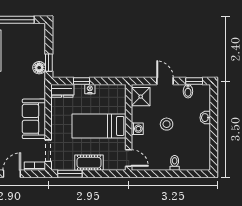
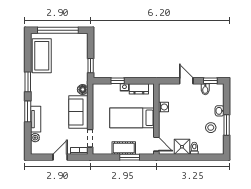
floor lamp: (39, 68) -> (83, 89), moved
dresser: (62, 91) -> (139, 89), moved
shower: (141, 97) -> (182, 147), moved
stool: (167, 124) -> (211, 128), moved
washing machine: (137, 129) -> (163, 107), moved
window: (214, 135) -> (227, 125), added
window: (70, 174) -> (130, 157), moved

